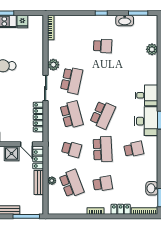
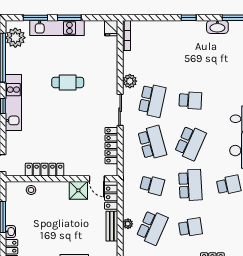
fridge: (22, 22) -> (111, 28), moved
school desk: (103, 46) -> (190, 100), moved
school desk: (72, 184) -> (152, 227), turned 45

